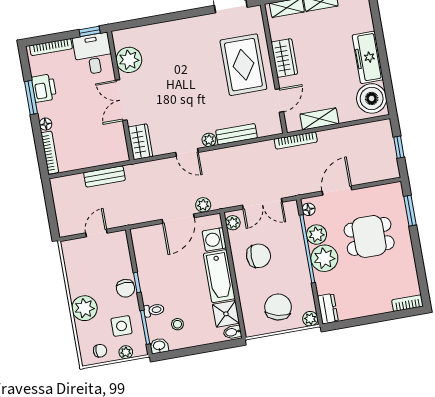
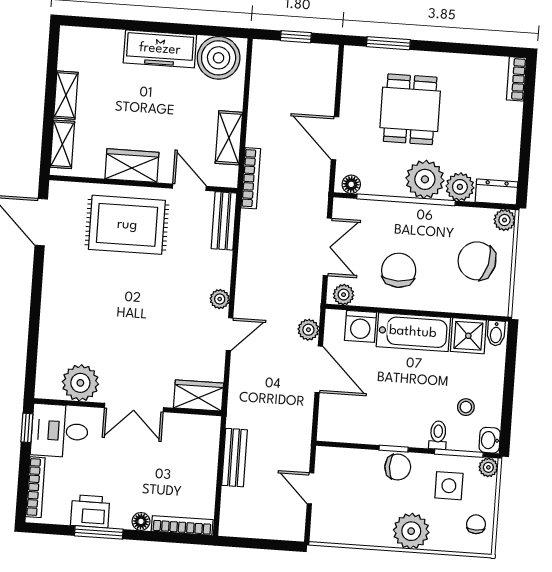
bench: (236, 134) -> (224, 221), moved
plant: (317, 235) -> (460, 187), moved
plant: (126, 352) -> (488, 467), moved

